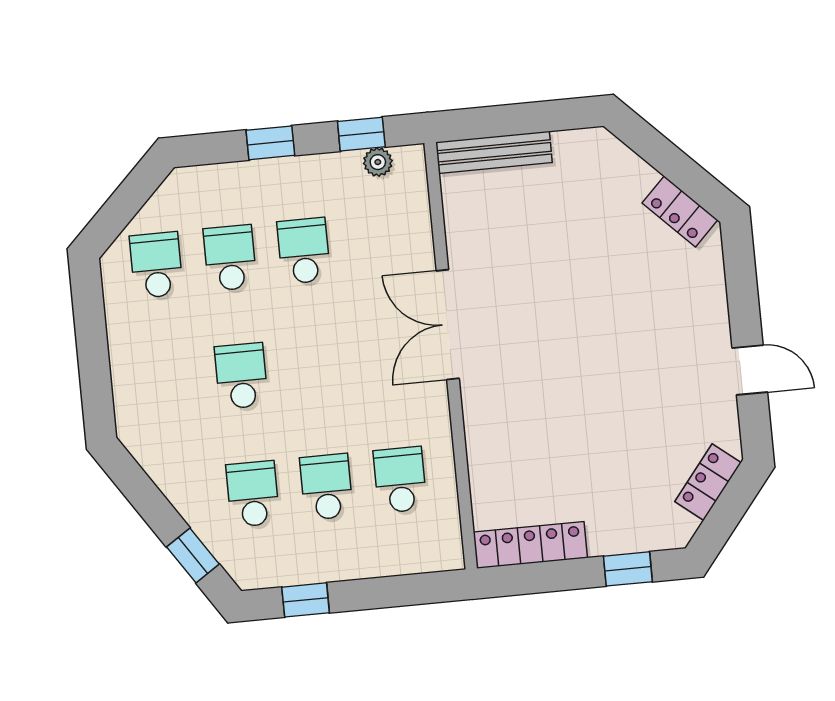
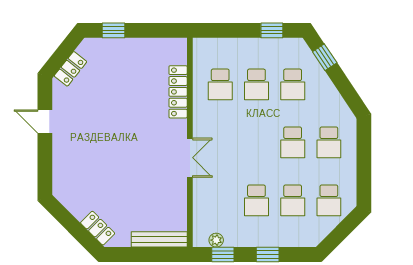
locker: (680, 211) -> (98, 228), moved
double door: (448, 325) -> (190, 158), width x0.73
school desk: (168, 383) -> (329, 142), added
locker: (530, 545) -> (178, 92), moved, turned 90

